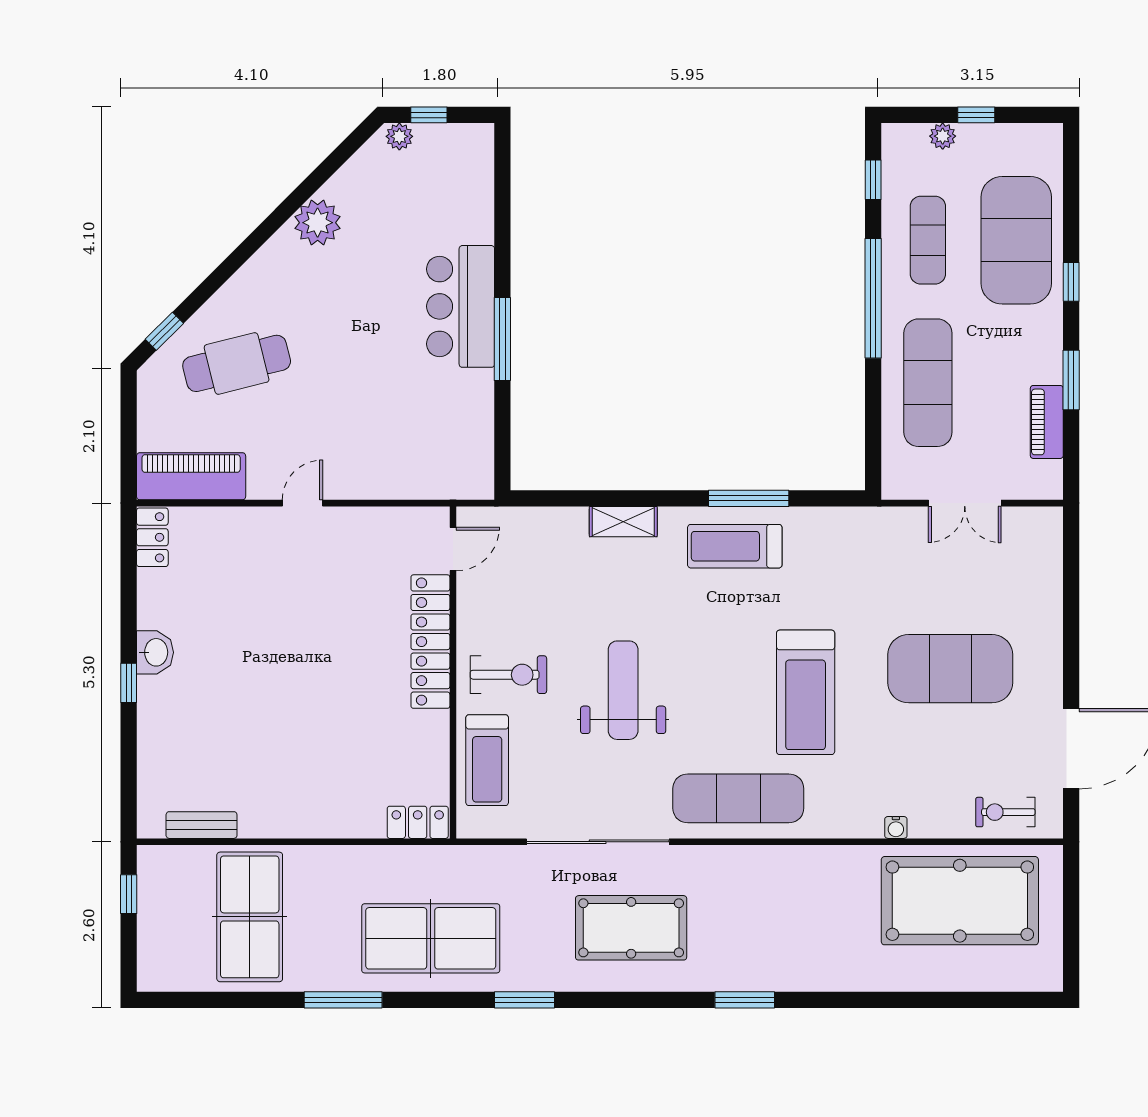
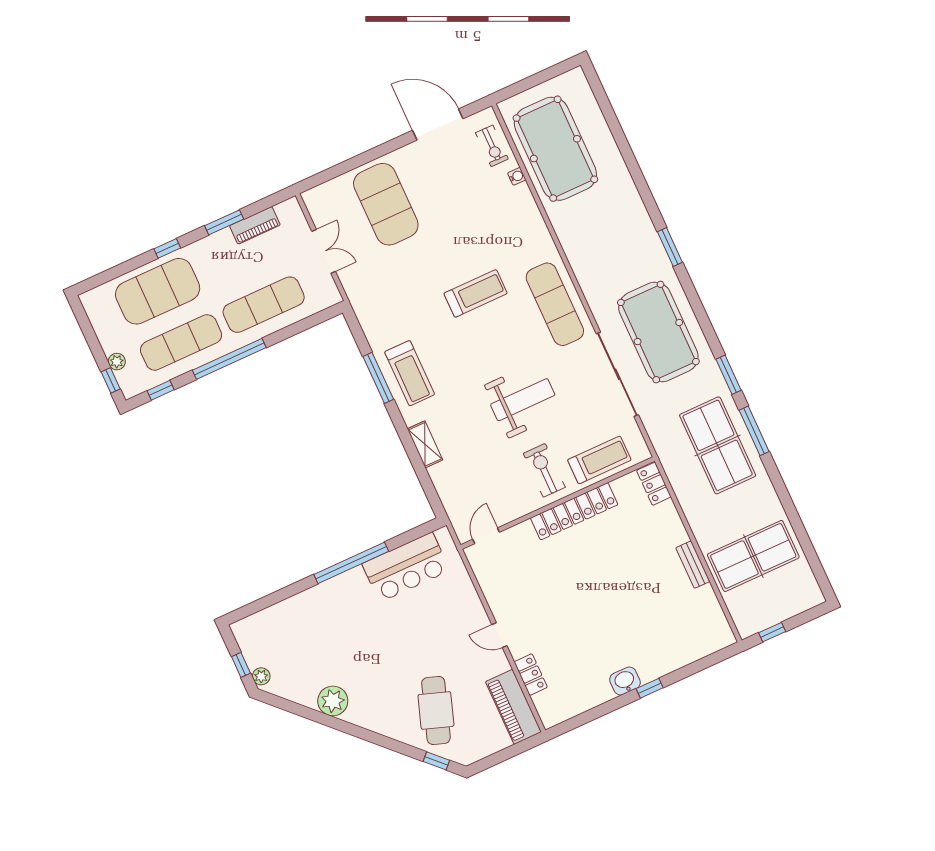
window: (976, 115) -> (111, 380), moved
exercise mat: (928, 240) -> (181, 342), width x1.36, depth x1.45
bar counter: (461, 306) -> (406, 567), moved
window: (502, 339) -> (351, 563), width x1.46
cafe table: (237, 363) -> (436, 710), turned 33
locker: (152, 537) -> (531, 675), moved, turned 90
door: (453, 549) -> (486, 536), hinge flipped
locker: (430, 642) -> (574, 511), moved
exercise mat: (950, 669) -> (386, 204), moved
weight bench: (623, 690) -> (523, 400), turned 180
treadmill: (806, 692) -> (476, 293), width x0.73, depth x0.73
bench: (202, 825) -> (693, 565), moved
water cooler: (896, 827) -> (517, 176), moved
pool table: (631, 928) -> (658, 332), width x1.36, depth x1.32
window: (343, 1000) -> (754, 431), moved

